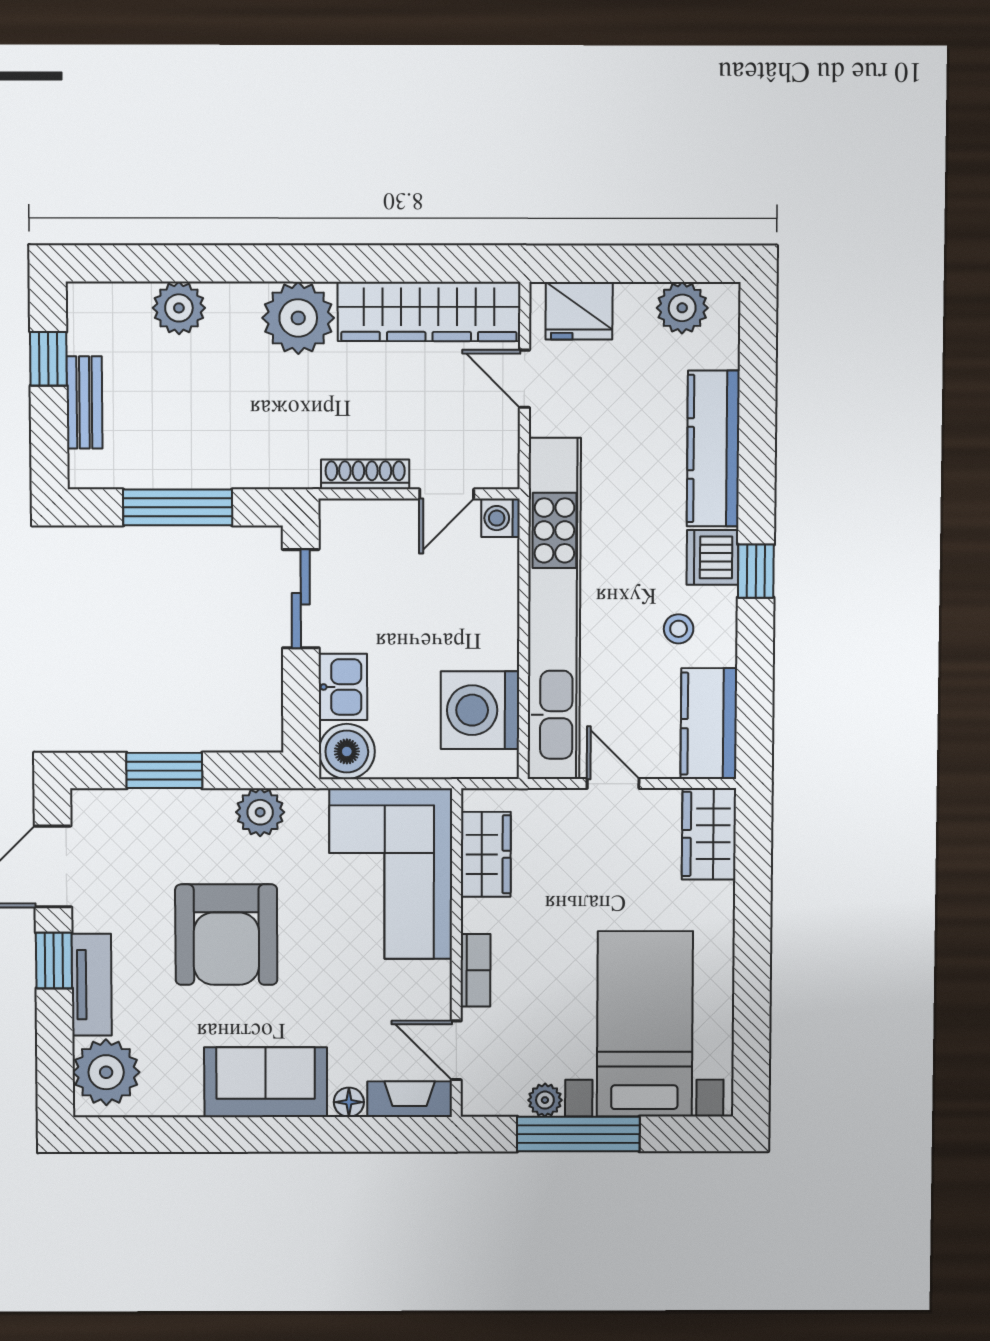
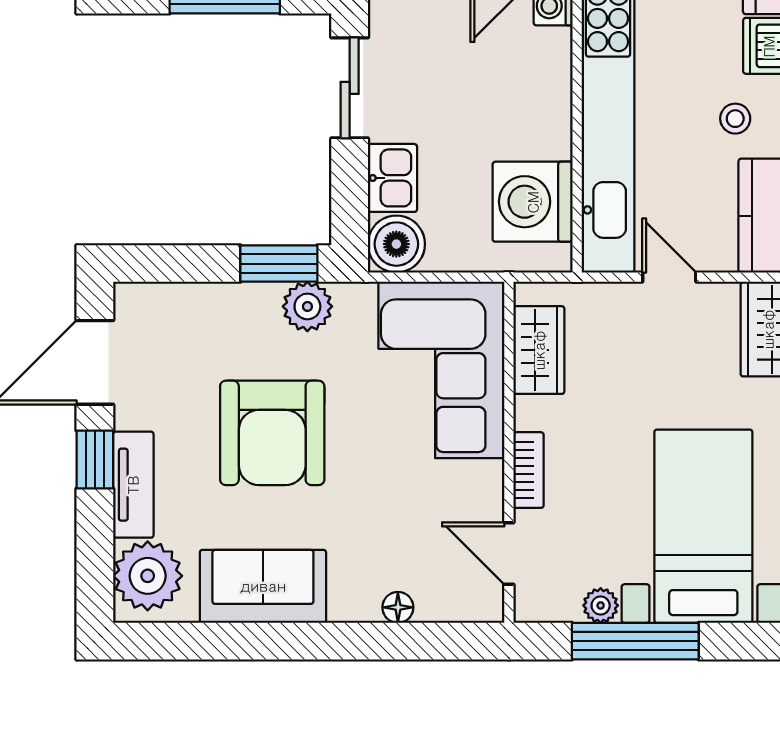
window: (164, 770) -> (279, 264), moved
sofa: (266, 1082) -> (263, 586), moved
fireplace: (410, 1099) -> (461, 604), removed

